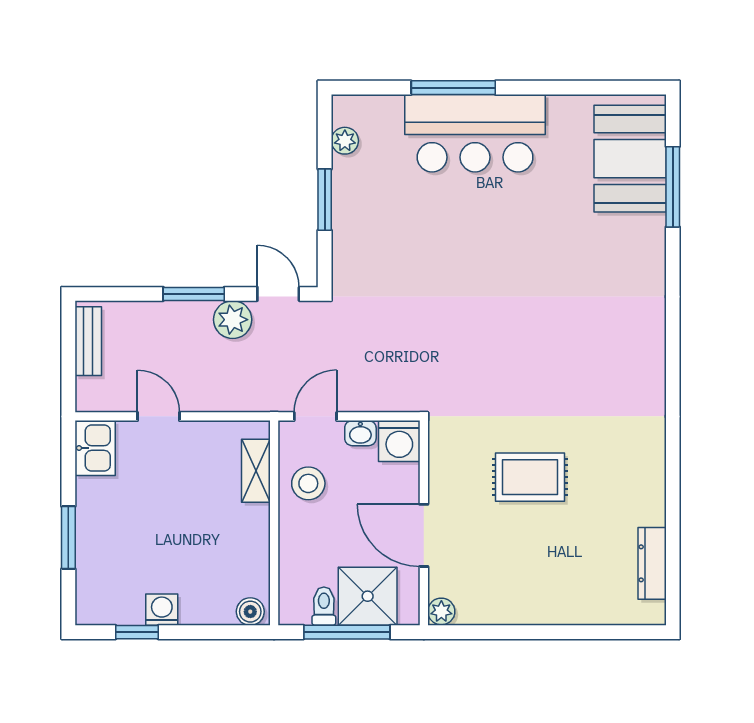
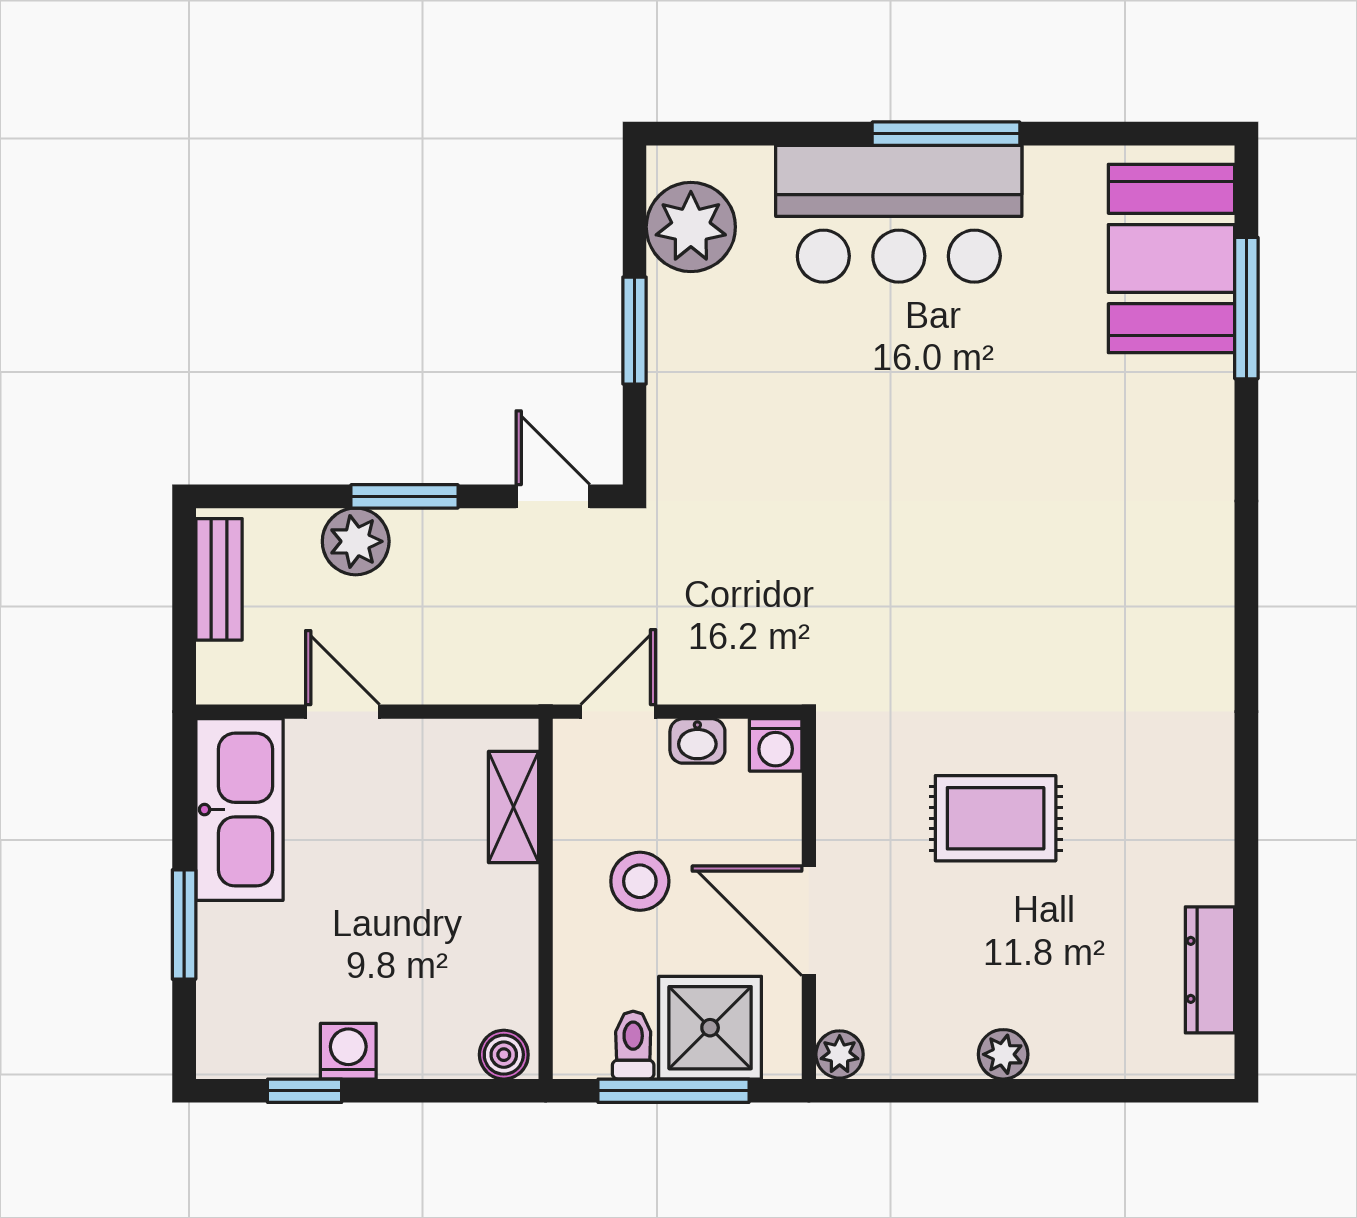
window: (453, 88) -> (946, 134), moved
plant: (345, 141) -> (691, 227), width x1.88, depth x1.88
plant: (233, 320) -> (356, 541), moved
washing machine: (399, 441) -> (776, 745), width x0.73, depth x0.73
kitchen sink: (95, 448) -> (239, 810), width x1.88, depth x1.24
stool: (308, 483) -> (640, 881), moved
plant: (534, 611) -> (1003, 1054), added

